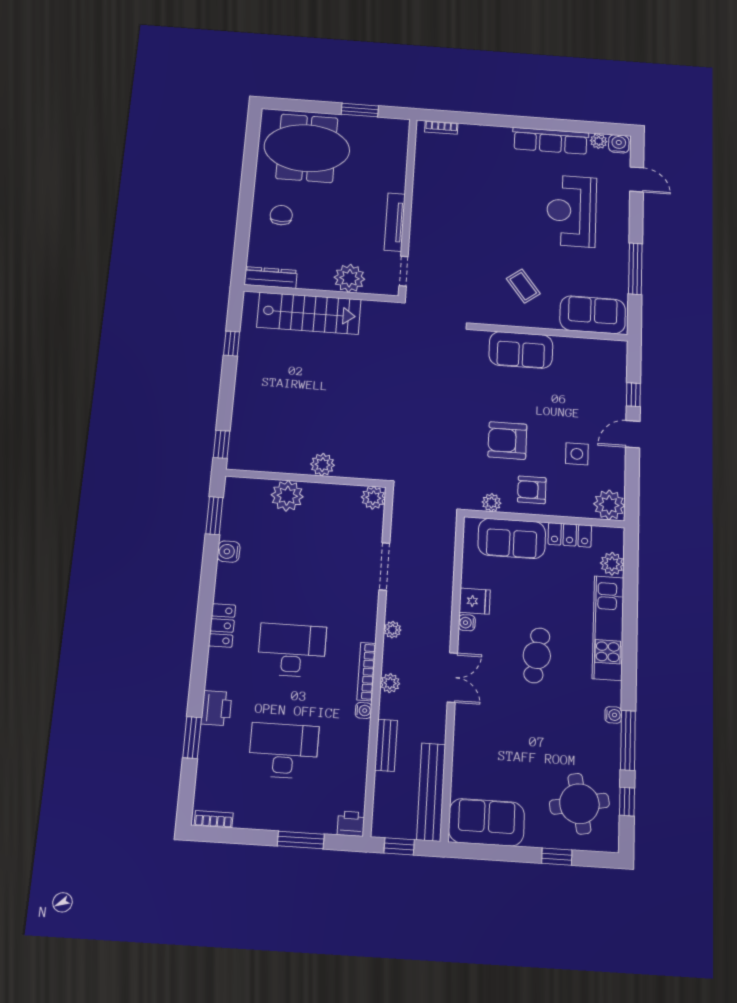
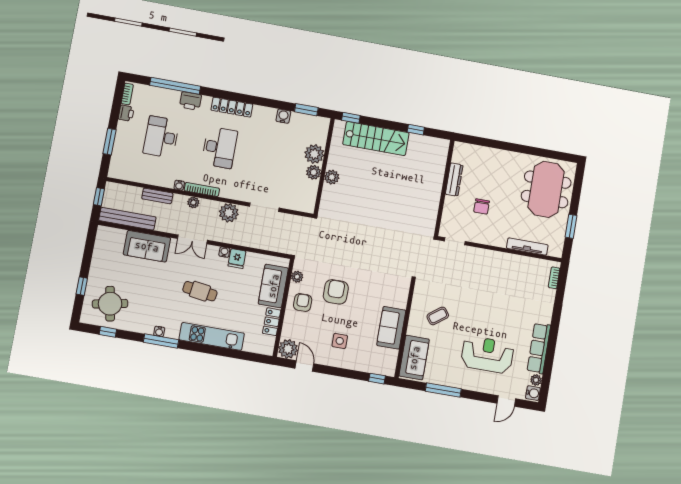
chair: (281, 215) -> (482, 207), moved, turned 90
tv unit: (395, 222) -> (527, 247), moved
dresser: (271, 278) -> (454, 180), moved
plant: (349, 278) -> (453, 207), removed
stairs: (309, 313) -> (376, 139), moved, turned -90
sofa: (521, 350) -> (391, 328), moved
window: (633, 395) -> (377, 379), moved
door: (633, 434) -> (304, 366), moved
side table: (577, 454) -> (340, 341), moved
plant: (373, 498) -> (314, 172), moved
plant: (612, 564) -> (251, 345), removed
locker: (222, 625) -> (232, 107), width x1.53
plant: (392, 630) -> (229, 213), width x1.88, depth x1.88
window: (192, 738) -> (175, 86), width x2.11
window: (628, 740) -> (161, 341), moved
desk: (284, 751) -> (161, 137), turned 180
sofa: (486, 822) -> (147, 246), moved, turned 90
printer: (351, 824) -> (126, 113), moved

